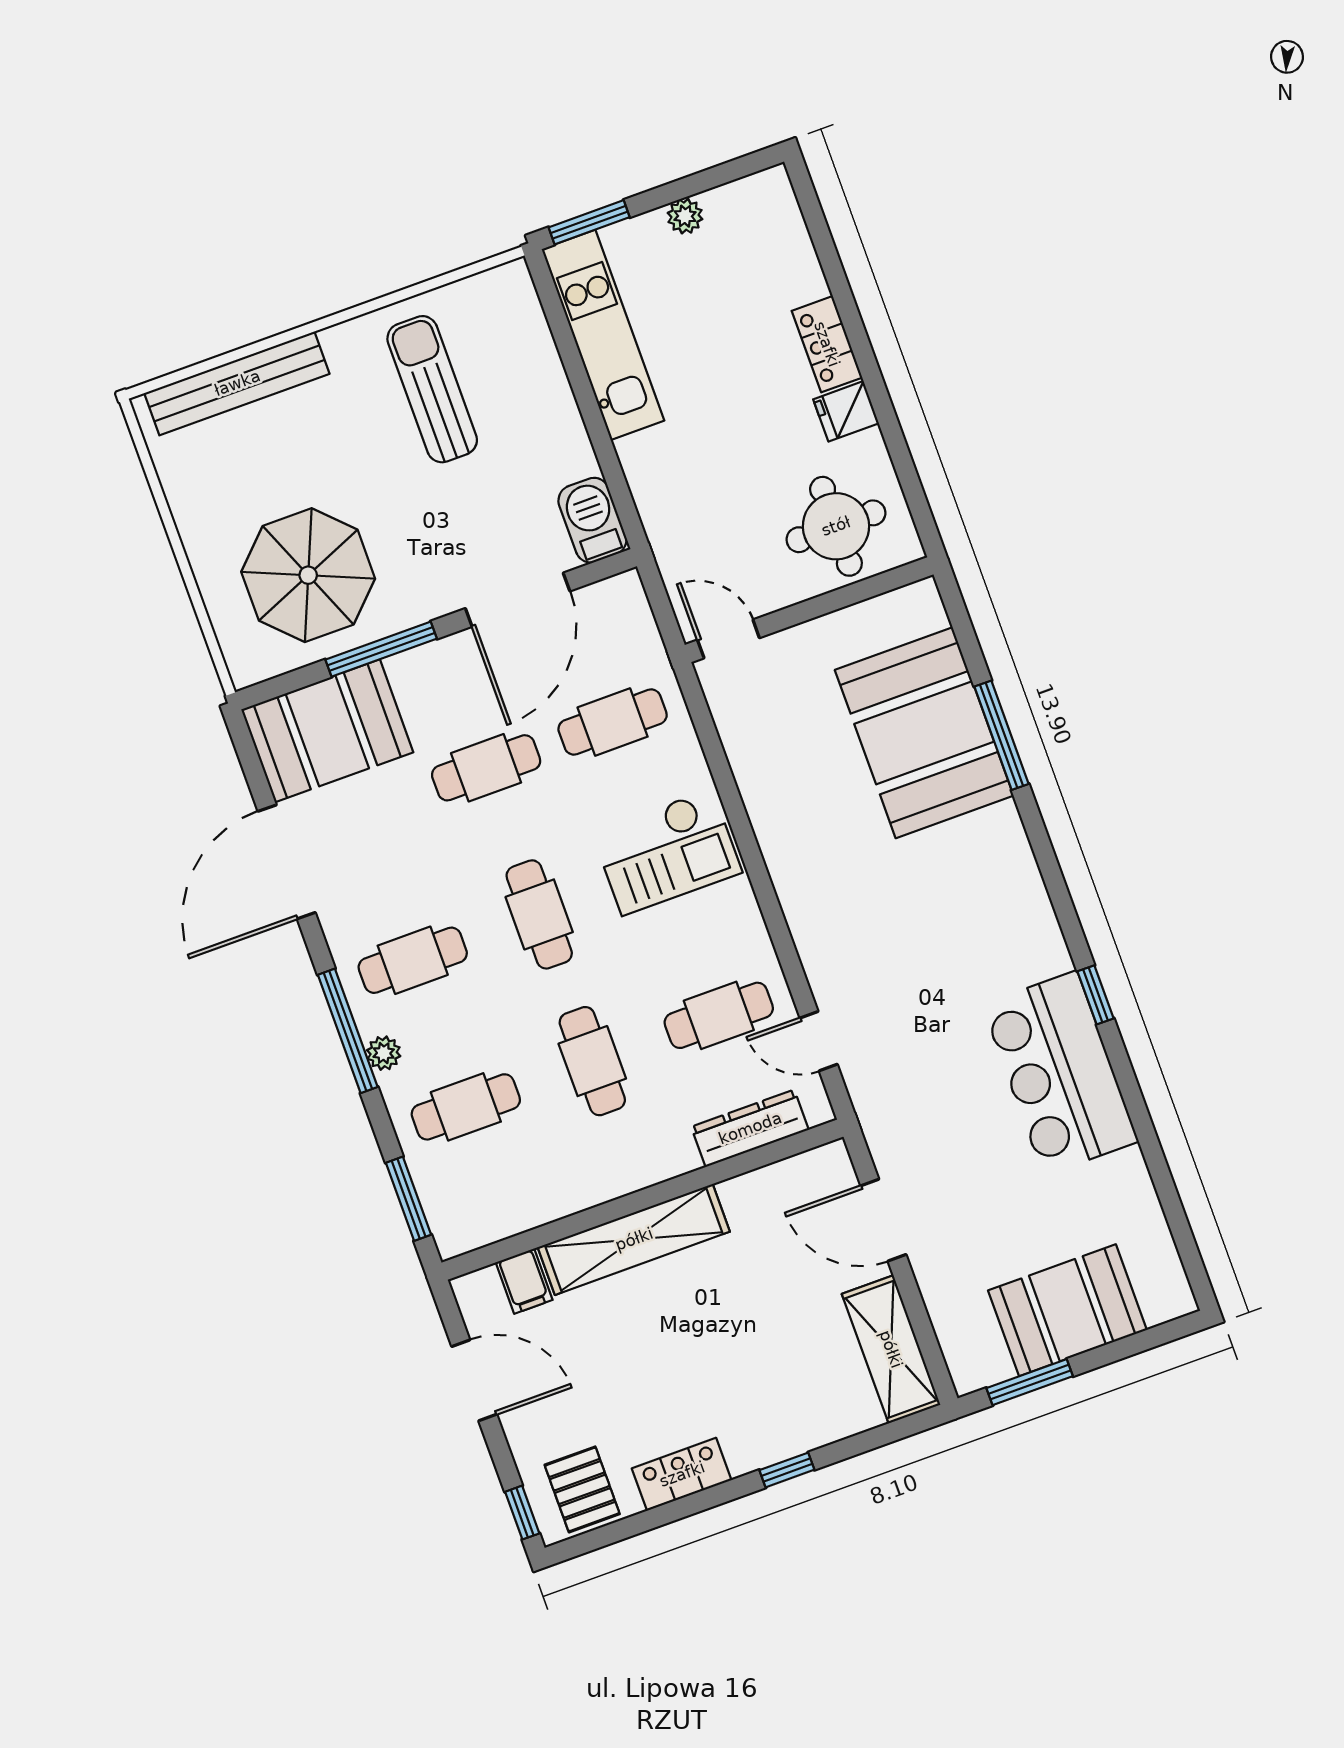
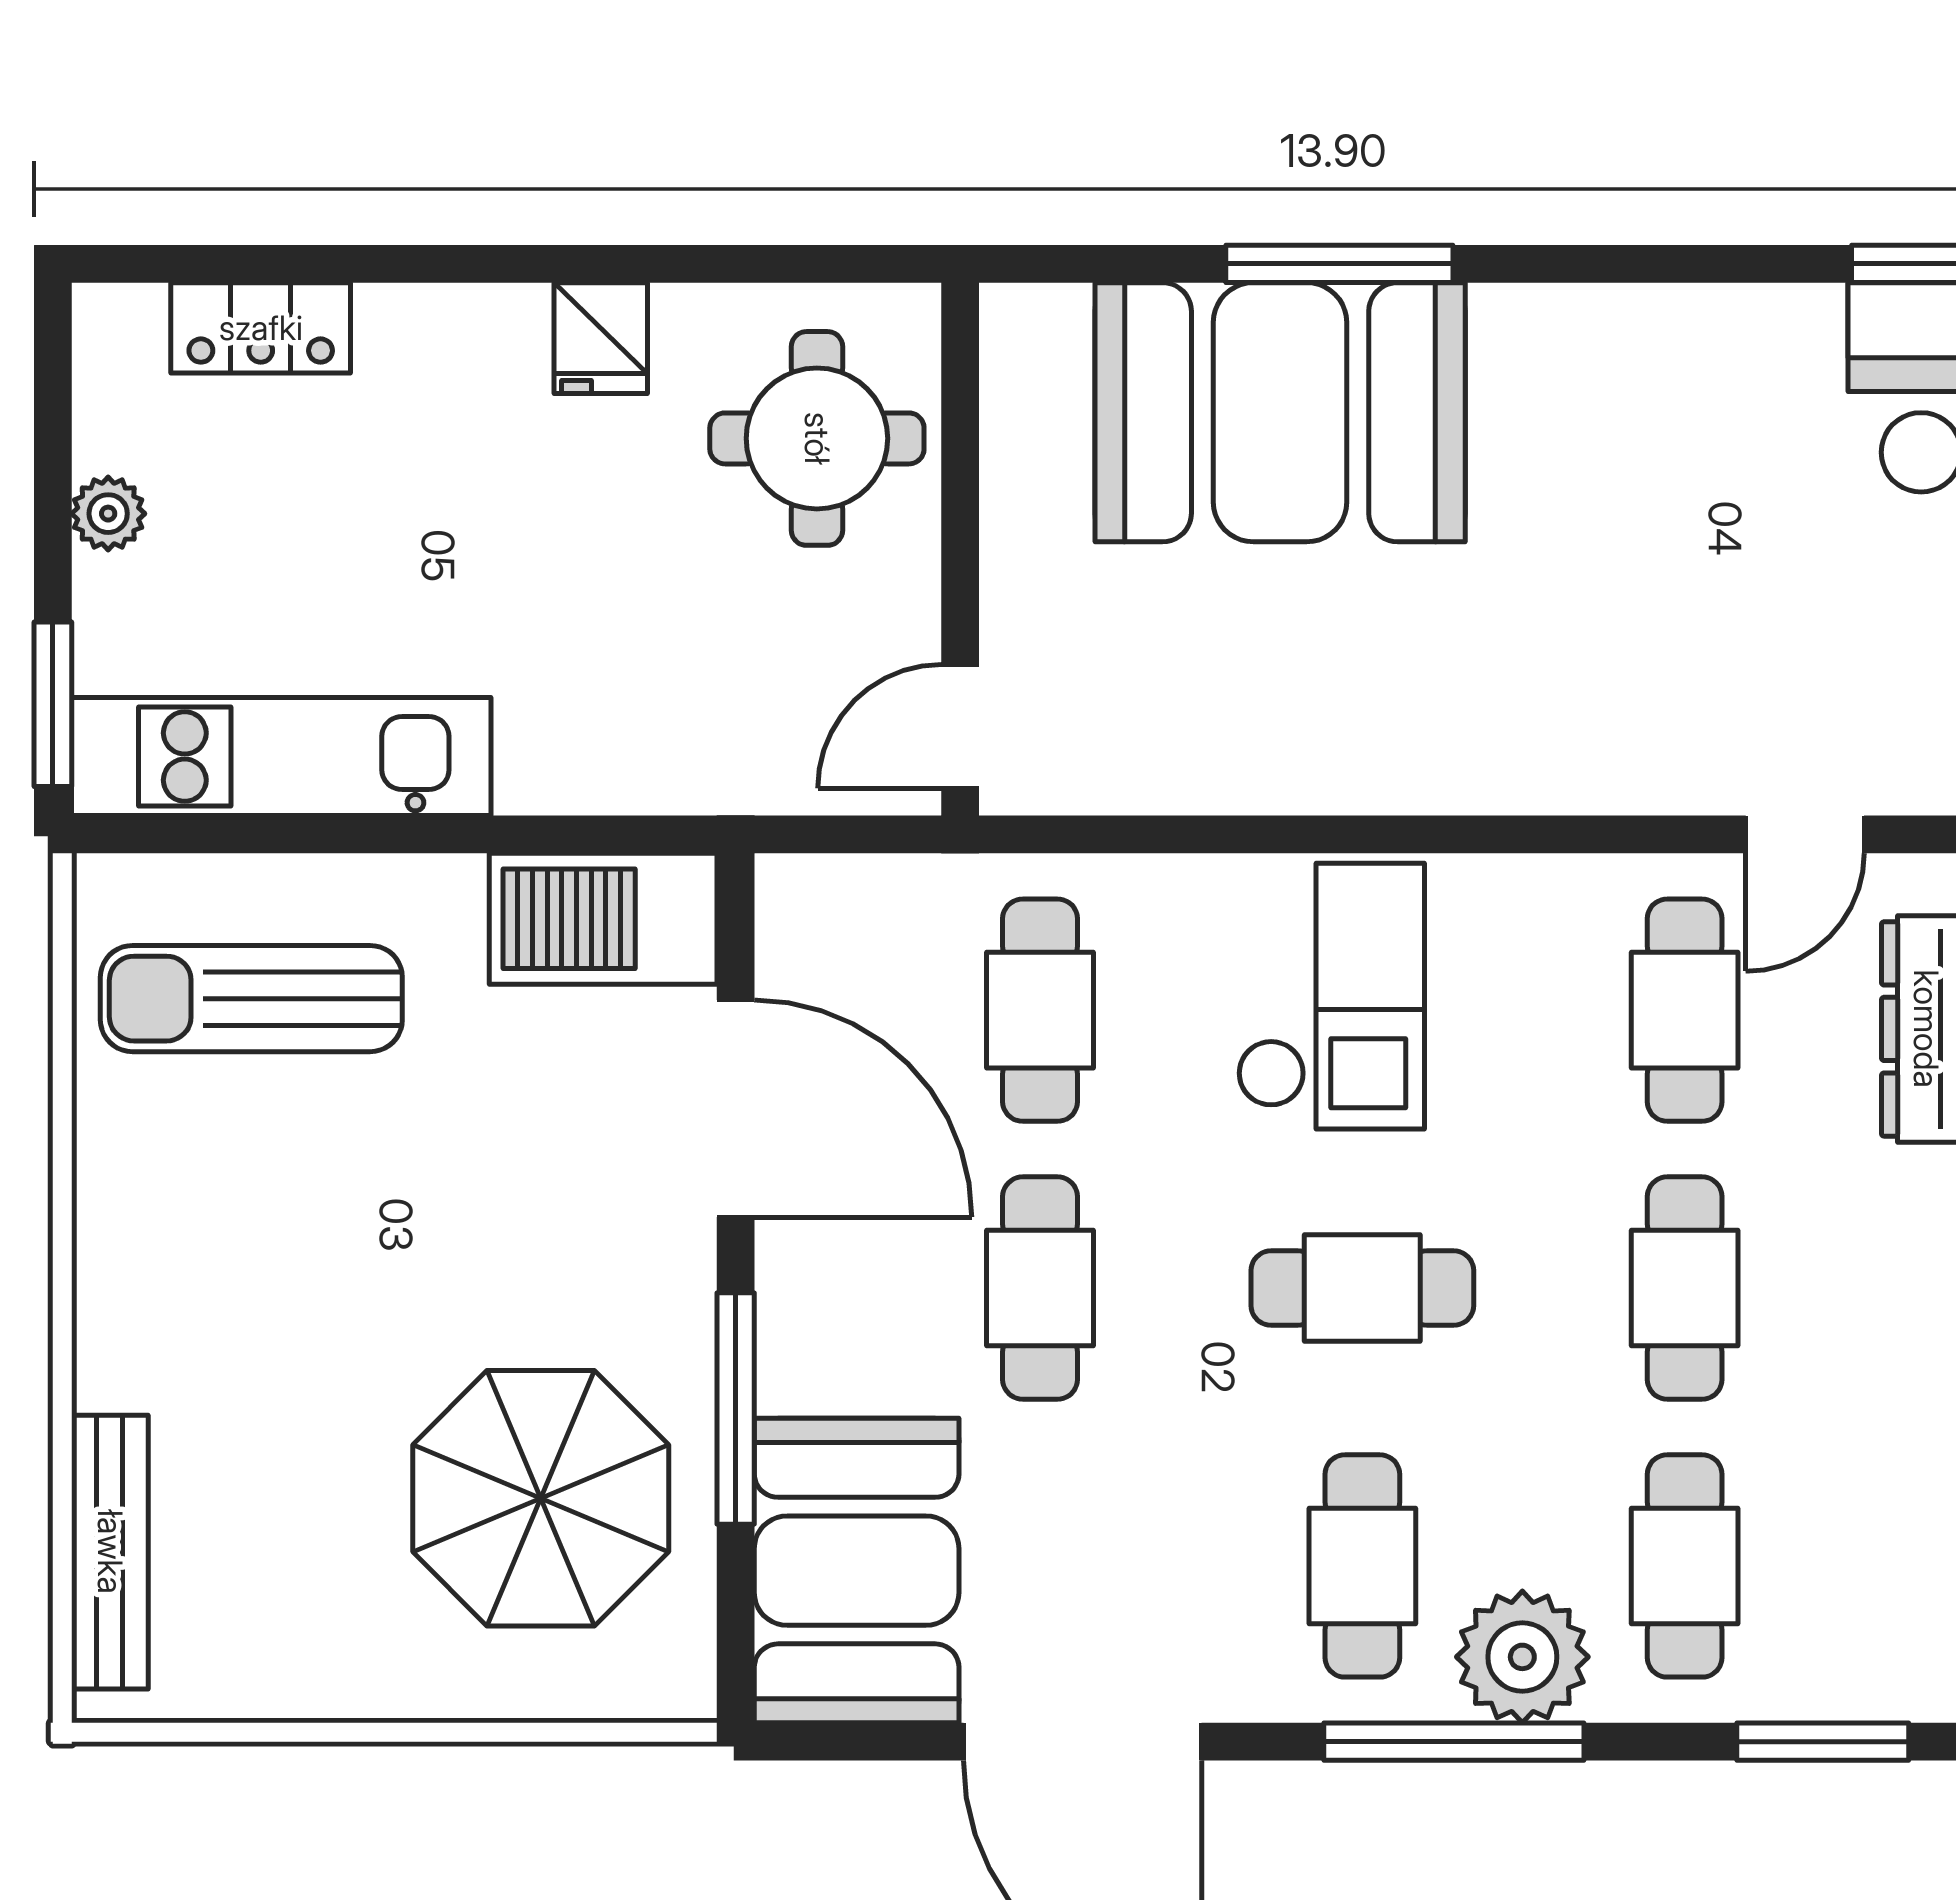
locker: (827, 344) -> (261, 328), moved
bench: (237, 383) -> (110, 1552), width x0.73, depth x0.82
sun lounger: (432, 389) -> (251, 999), moved
barbecue: (592, 520) -> (603, 919), width x1.37, depth x1.21
plant: (384, 1053) -> (1522, 1657), width x1.88, depth x1.88
cafe table: (592, 1061) -> (1685, 1288), turned 90

